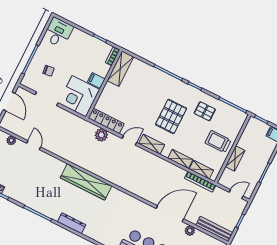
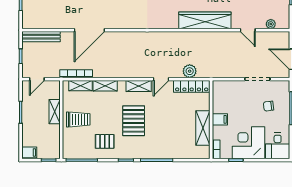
shelving: (120, 69) -> (203, 128), moved
corner desk: (79, 96) -> (248, 143), moved, turned -90
wardrobe: (86, 182) -> (205, 20), moved
plant: (190, 231) -> (63, 24), removed

